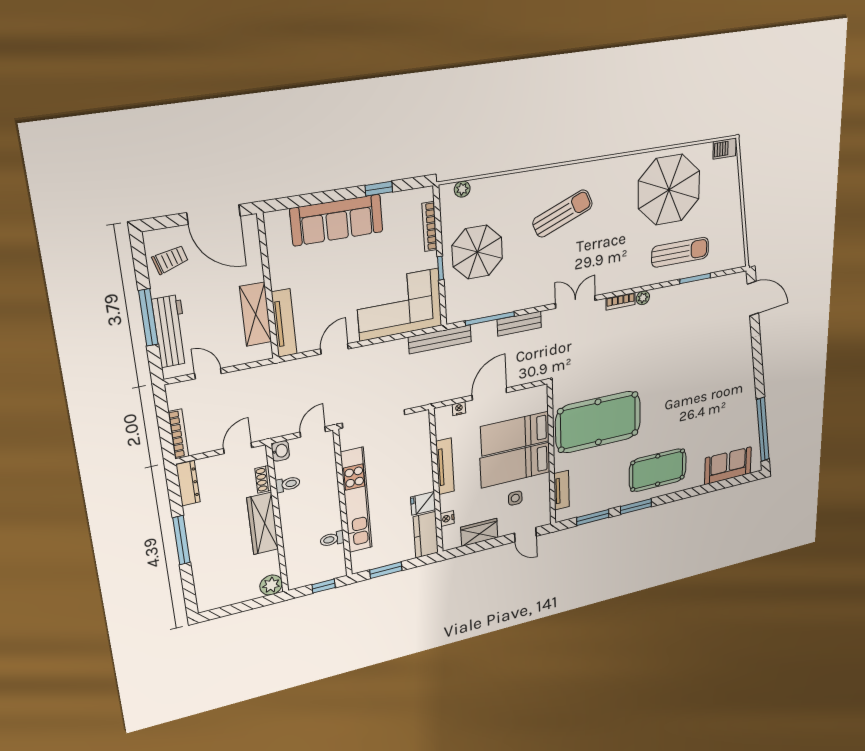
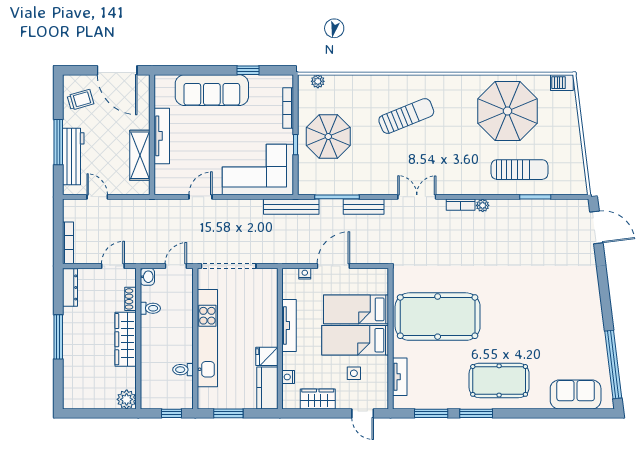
tv unit: (284, 323) -> (162, 136), moved

